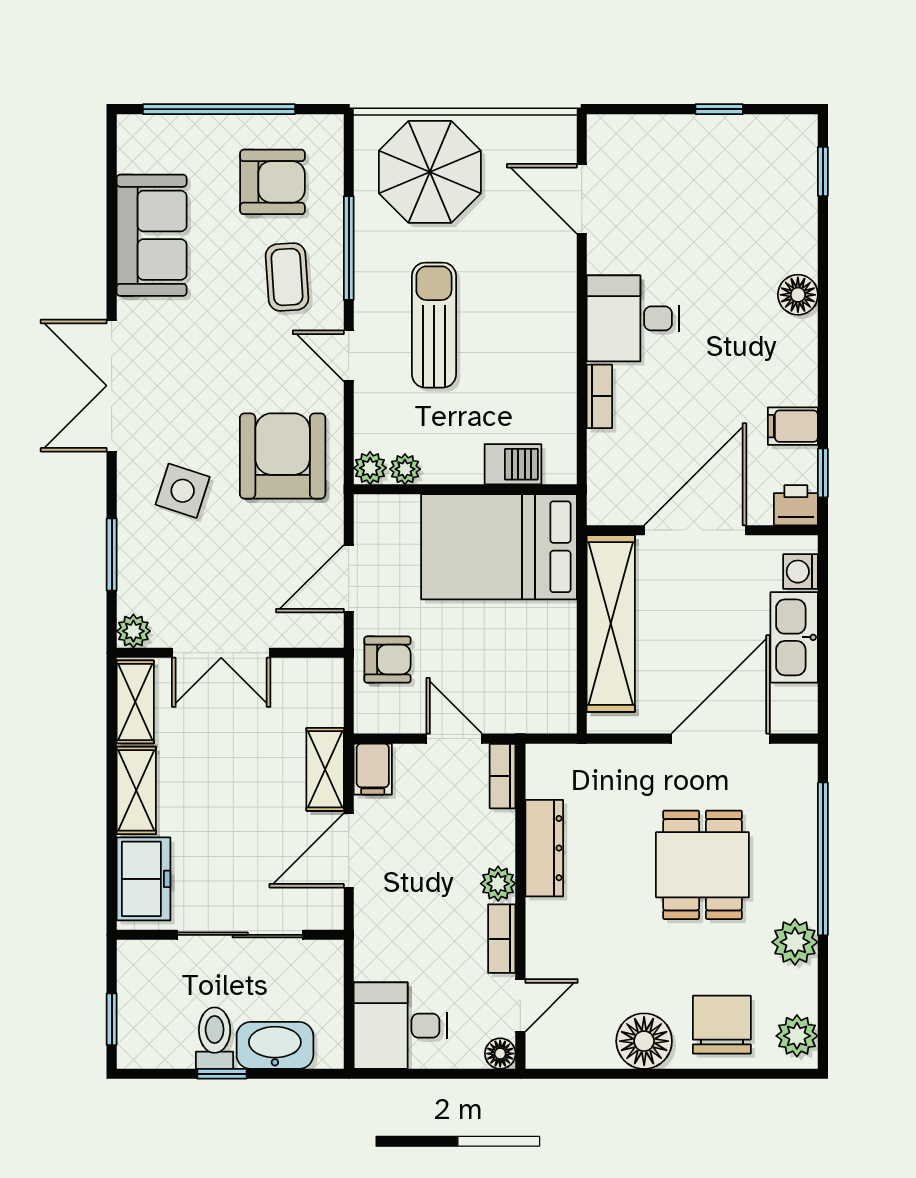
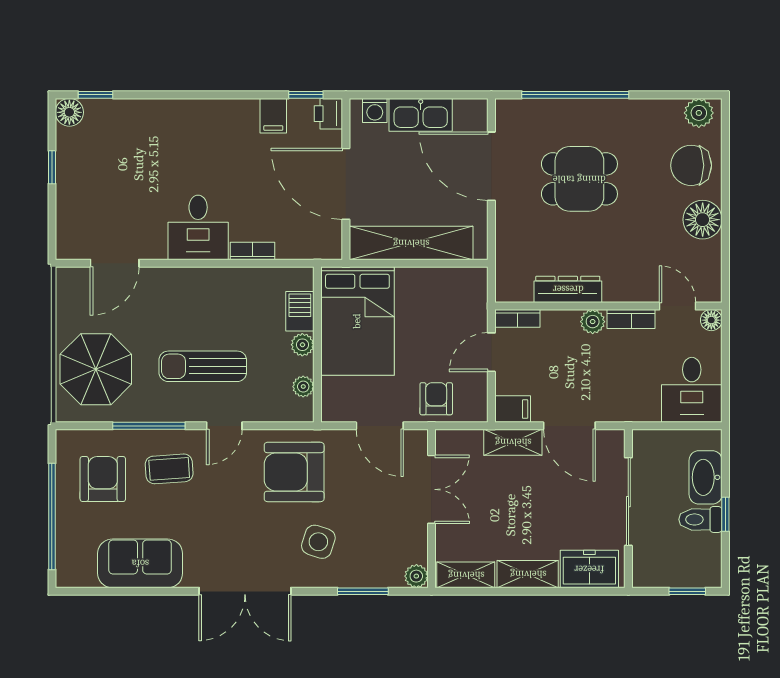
floor lamp: (798, 295) -> (69, 112), moved
plant: (370, 468) -> (302, 345), moved
double door: (221, 653) -> (431, 489), moved
plant: (795, 942) -> (633, 114), removed

